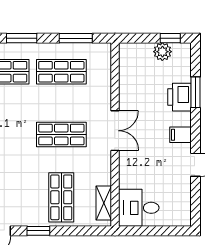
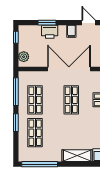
window: (76, 38) -> (16, 92), width x1.44
plant: (162, 52) -> (24, 57), moved
double door: (115, 131) -> (69, 69), width x1.87

